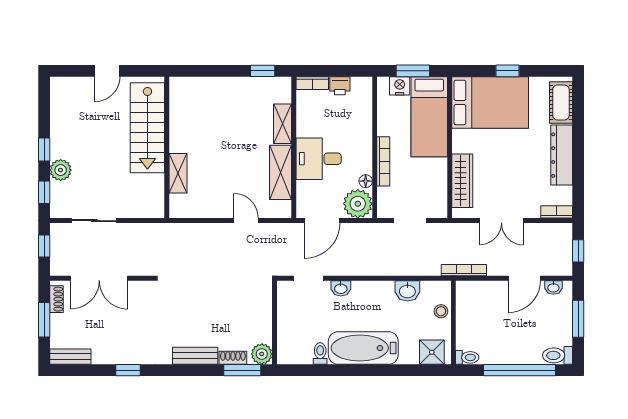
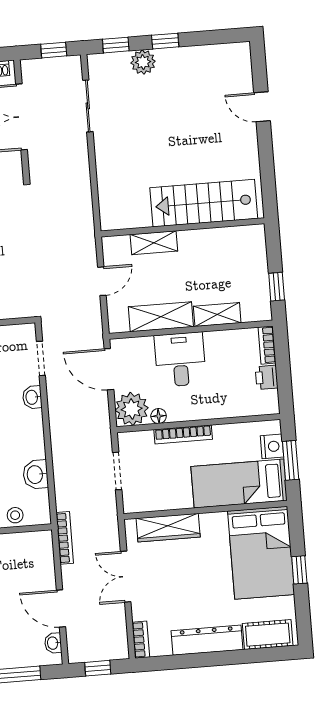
stairs: (147, 128) -> (204, 203), moved
wall: (167, 147) -> (183, 227), moved
shelving: (178, 173) -> (154, 243), moved

